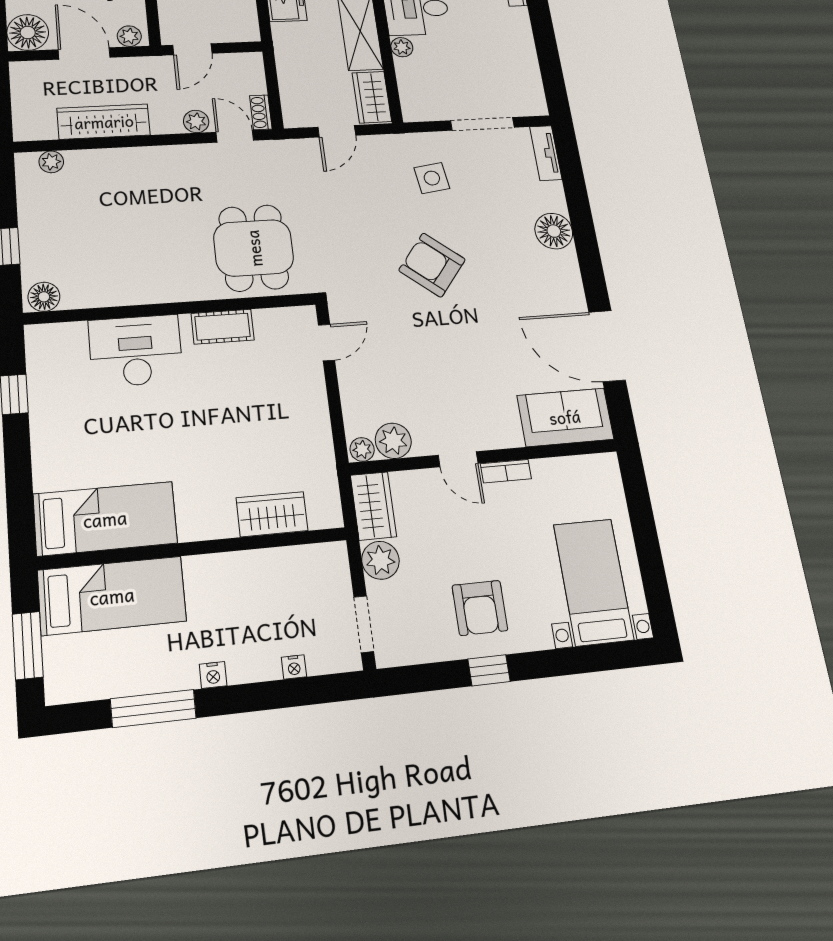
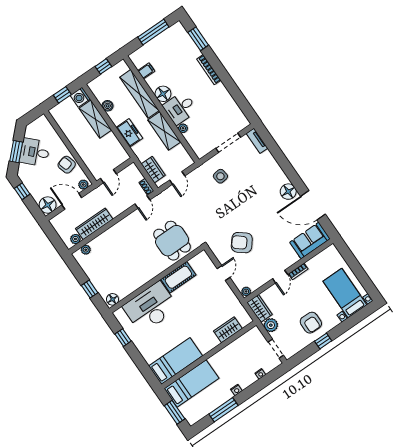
wardrobe: (372, 97) -> (153, 170), moved, turned 180
plant: (196, 121) -> (75, 239), moved
door: (235, 136) -> (142, 202), swing flipped
floor lamp: (554, 231) -> (288, 192), moved
armchair: (432, 265) -> (242, 243), moved
cot: (223, 327) -> (178, 277), width x1.37, depth x1.34
door: (326, 343) -> (224, 273), moved
desk: (136, 351) -> (151, 307), width x1.36, depth x1.30
plant: (393, 441) -> (255, 283), removed
door: (458, 459) -> (280, 277), hinge flipped

